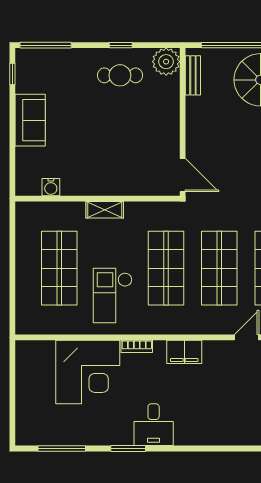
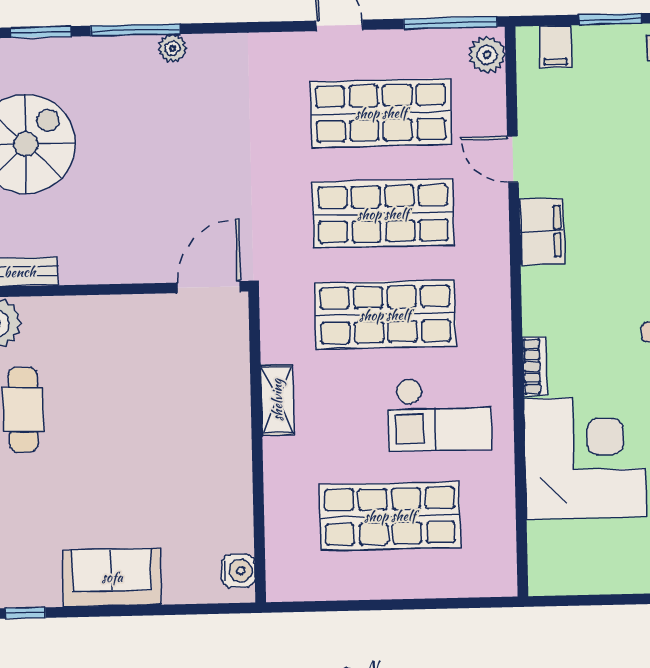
water cooler: (51, 187) -> (238, 571), moved
shelving: (105, 210) -> (277, 400), moved
filing cabinet: (184, 352) -> (542, 232), moved

